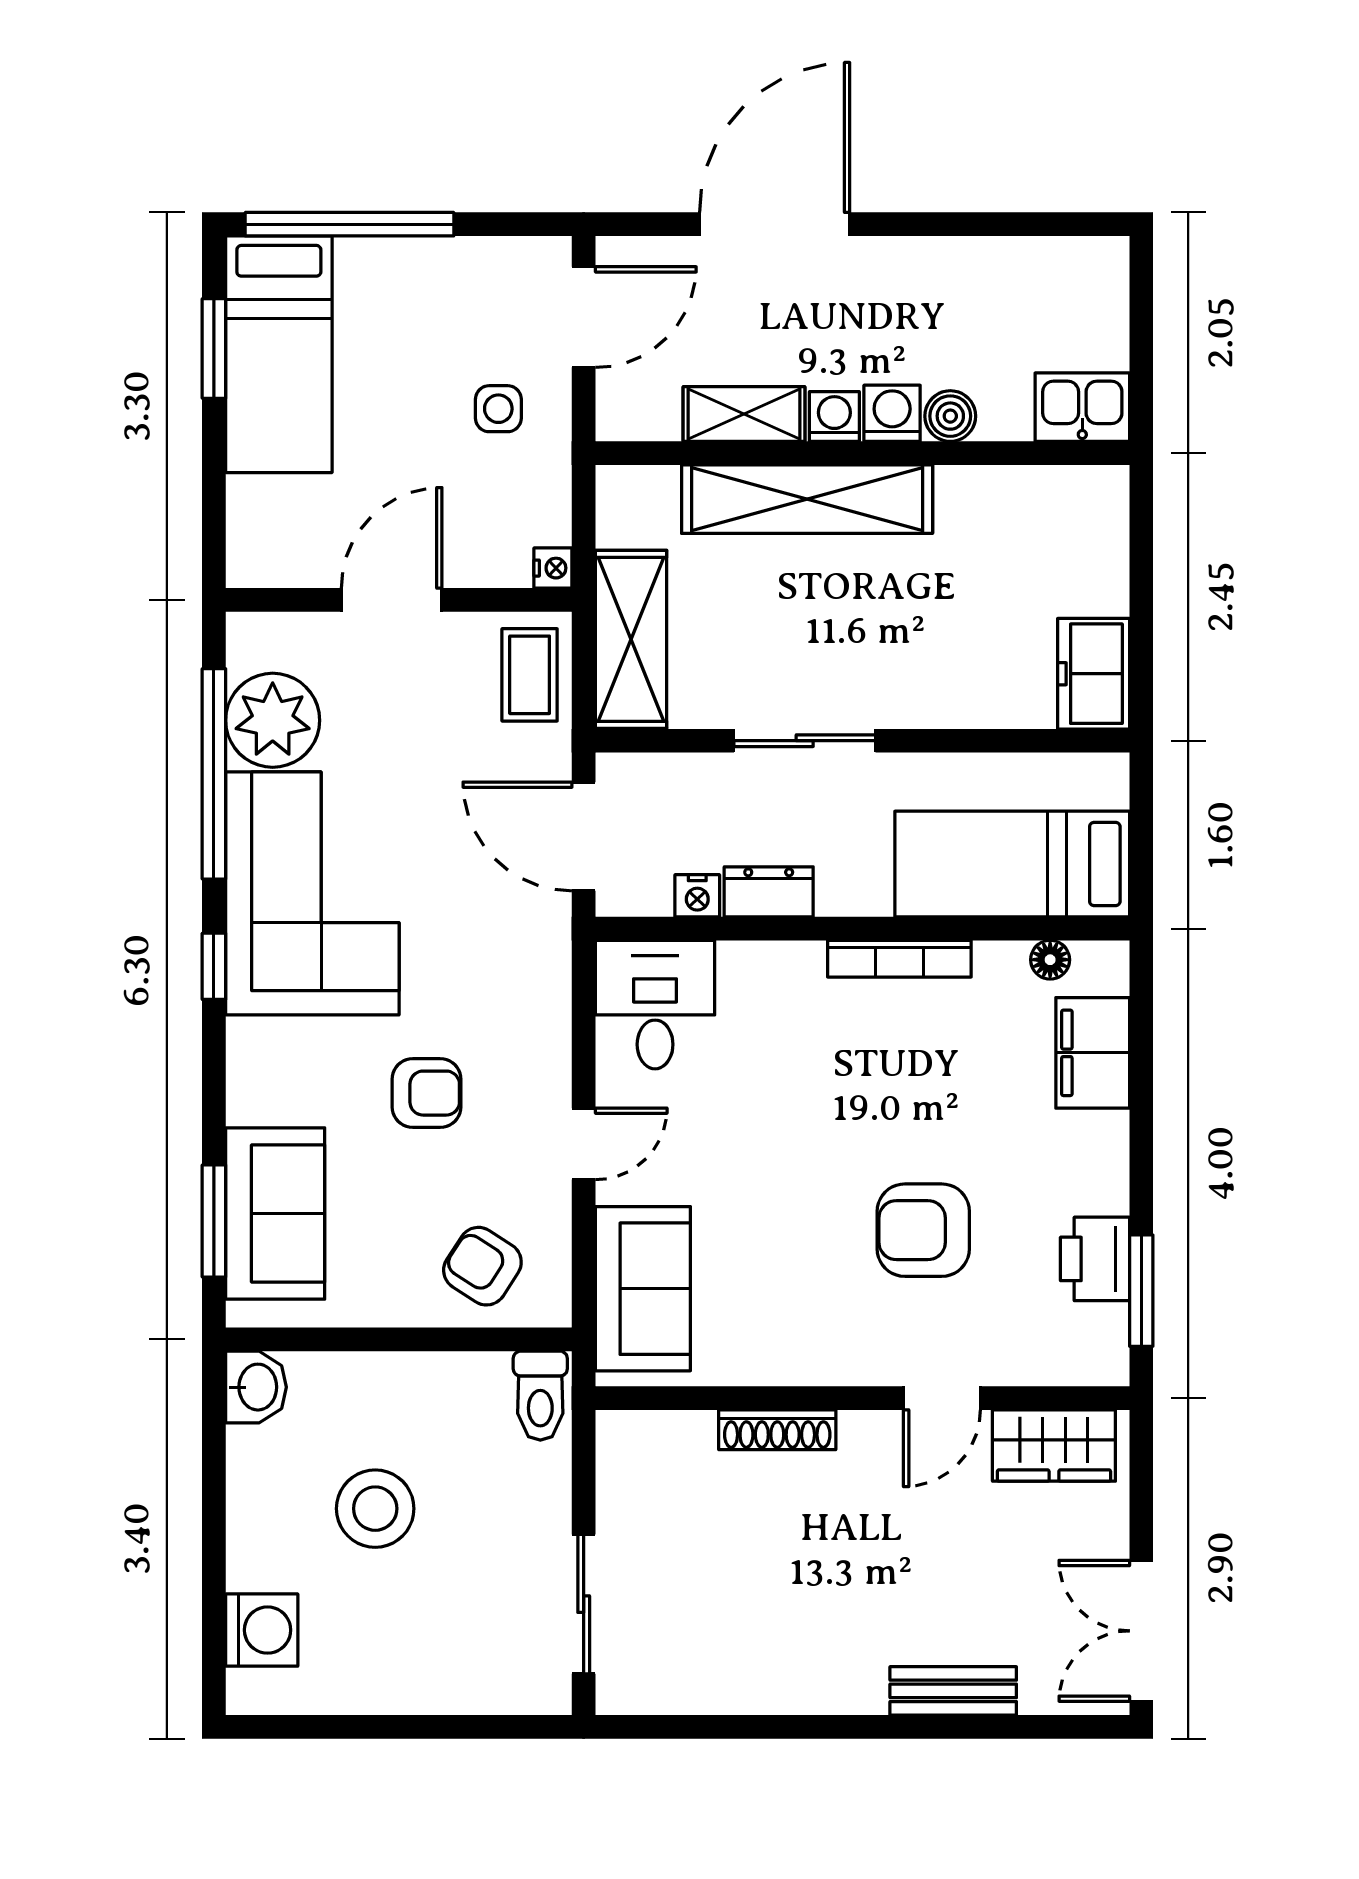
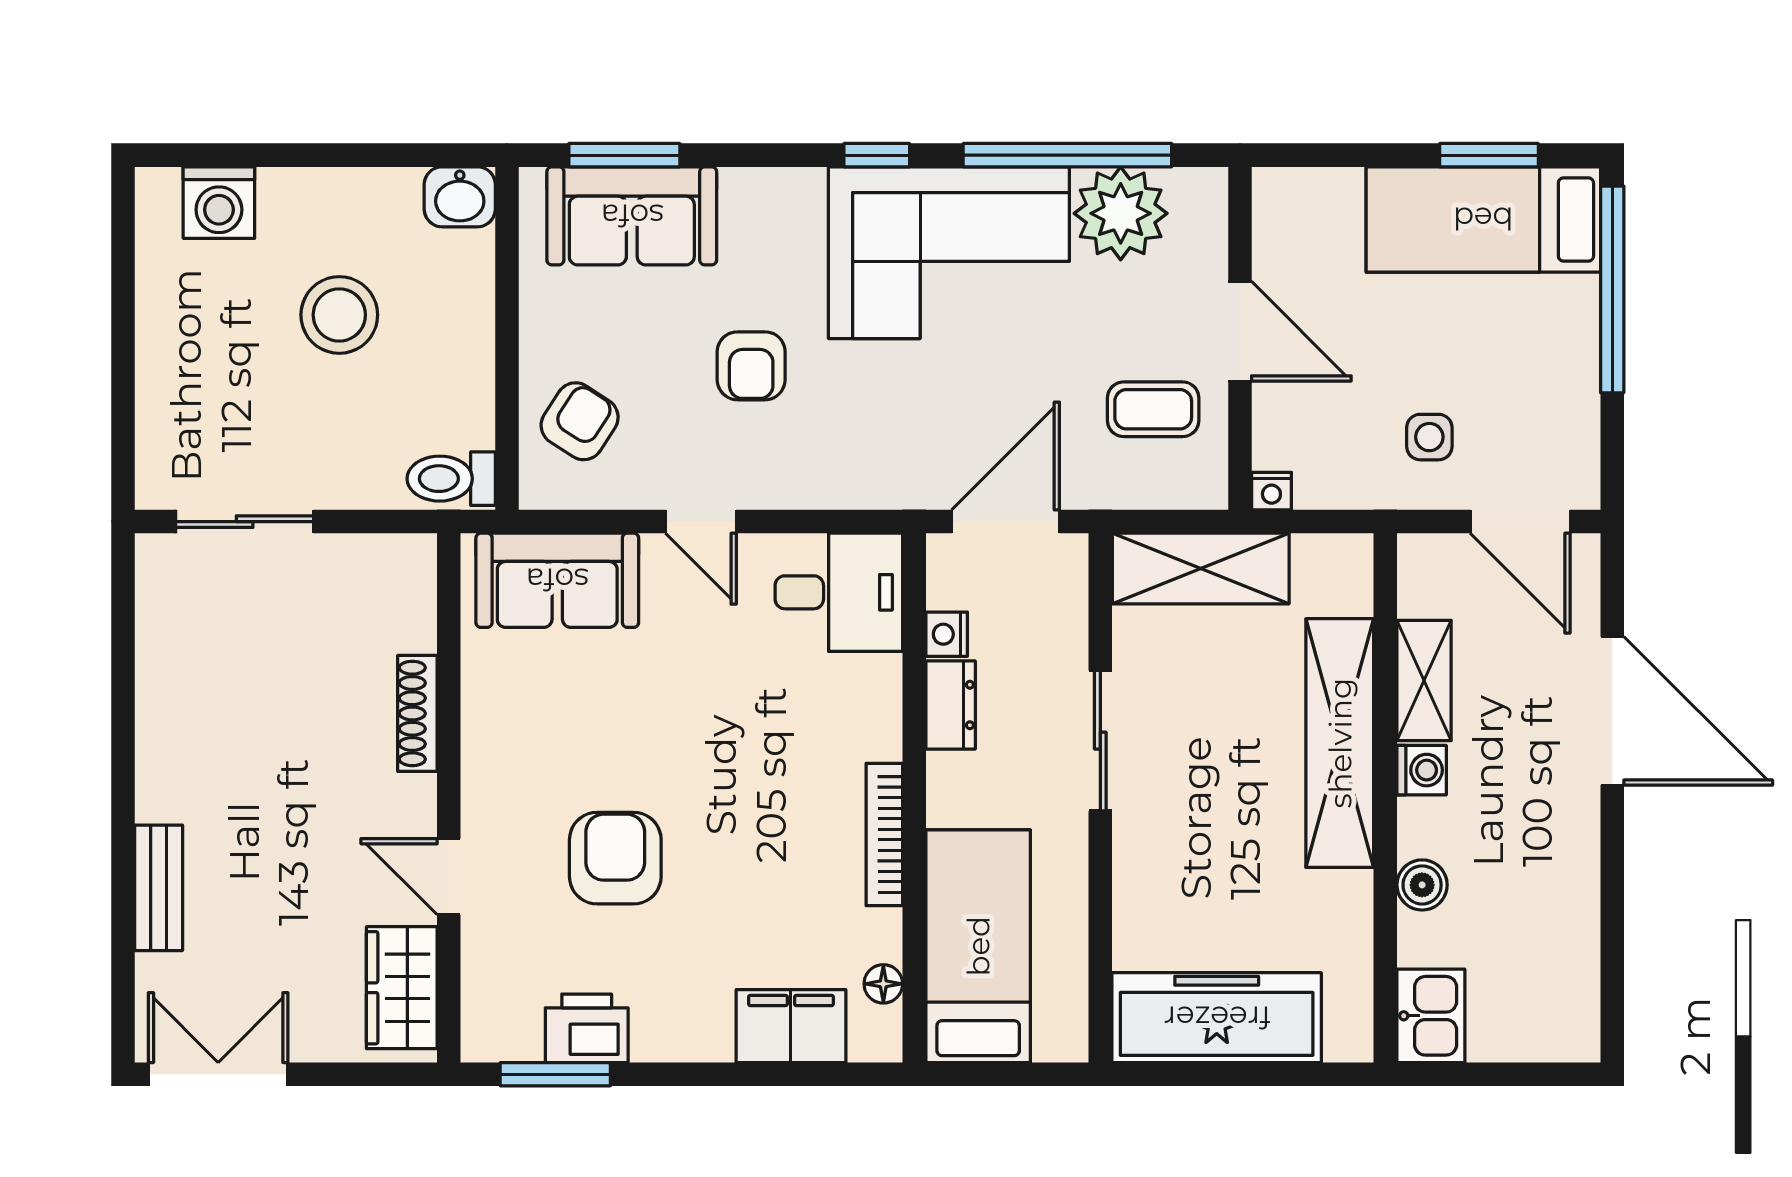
washing machine: (892, 413) -> (1425, 827), removed
freezer: (1094, 674) -> (1217, 1018), width x1.91, depth x1.26
coffee table: (530, 675) -> (1153, 409), moved

